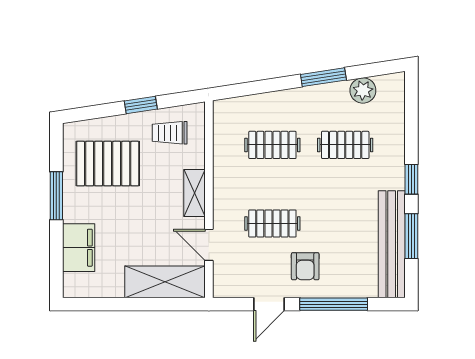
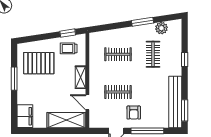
window: (141, 105) -> (68, 33), moved
clothes rail: (345, 145) -> (153, 54), turned 90
window: (411, 179) -> (185, 59), moved
window: (411, 236) -> (185, 110), moved
filing cabinet: (79, 248) -> (25, 116), moved

